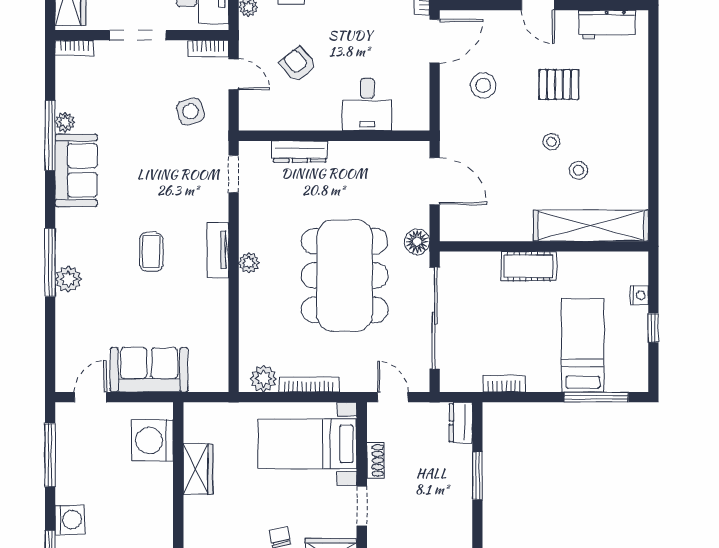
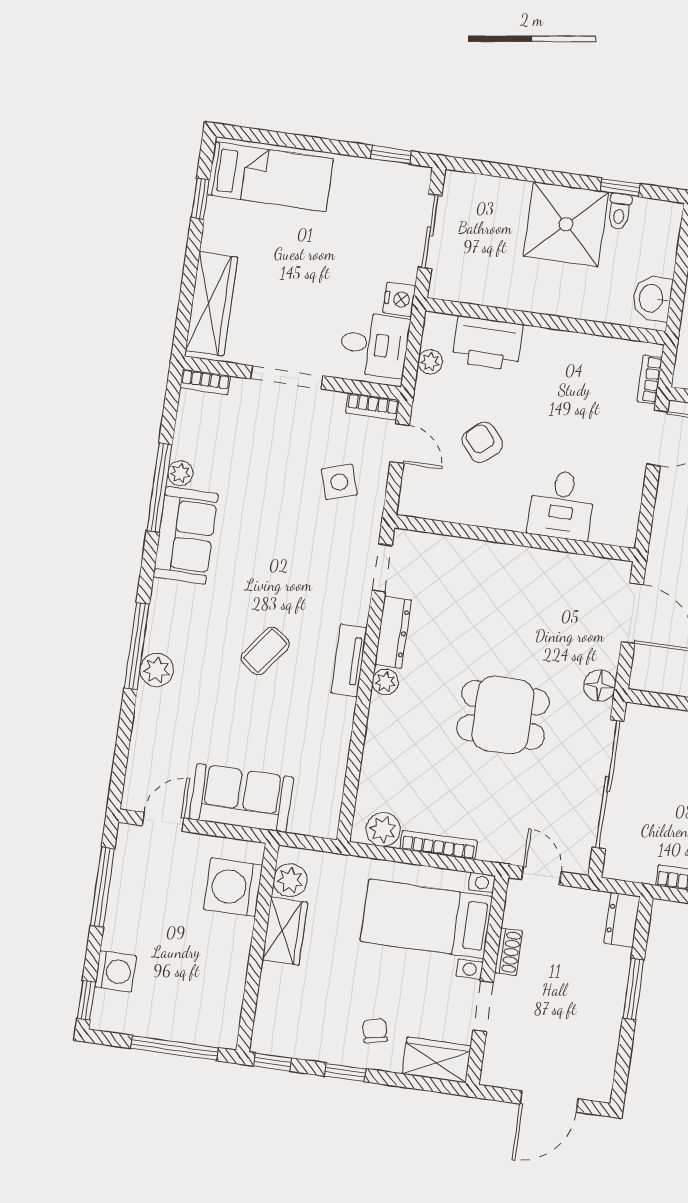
dresser: (300, 152) -> (393, 632), moved, turned -90
coffee table: (151, 252) -> (265, 651), turned 37
dining table: (345, 276) -> (503, 715), width x0.53, depth x0.80
plant: (196, 429) -> (290, 880), added

